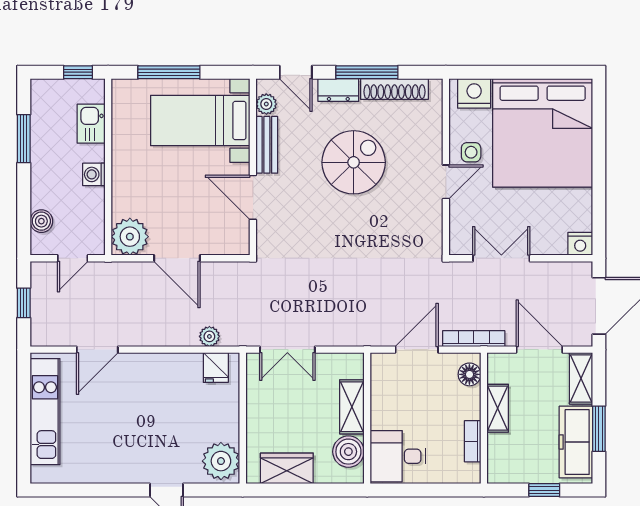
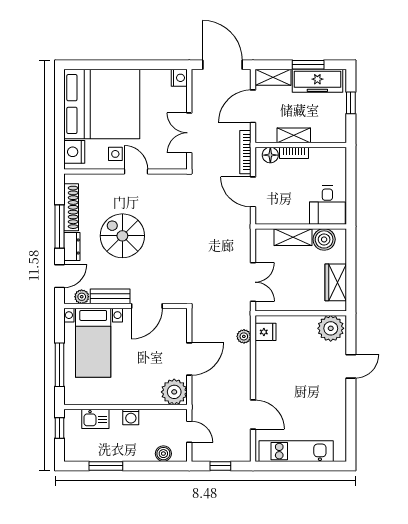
bookcase: (473, 441) -> (294, 153), moved

